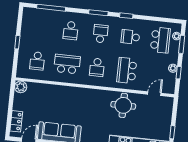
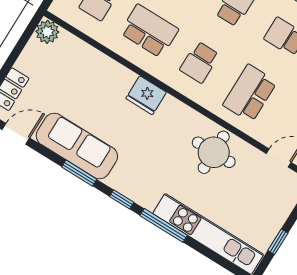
fridge: (80, 94) -> (146, 95), added

